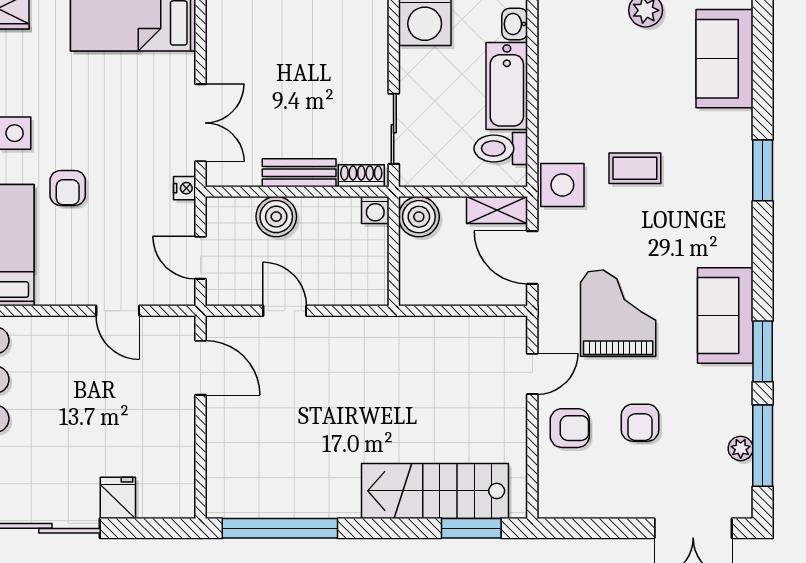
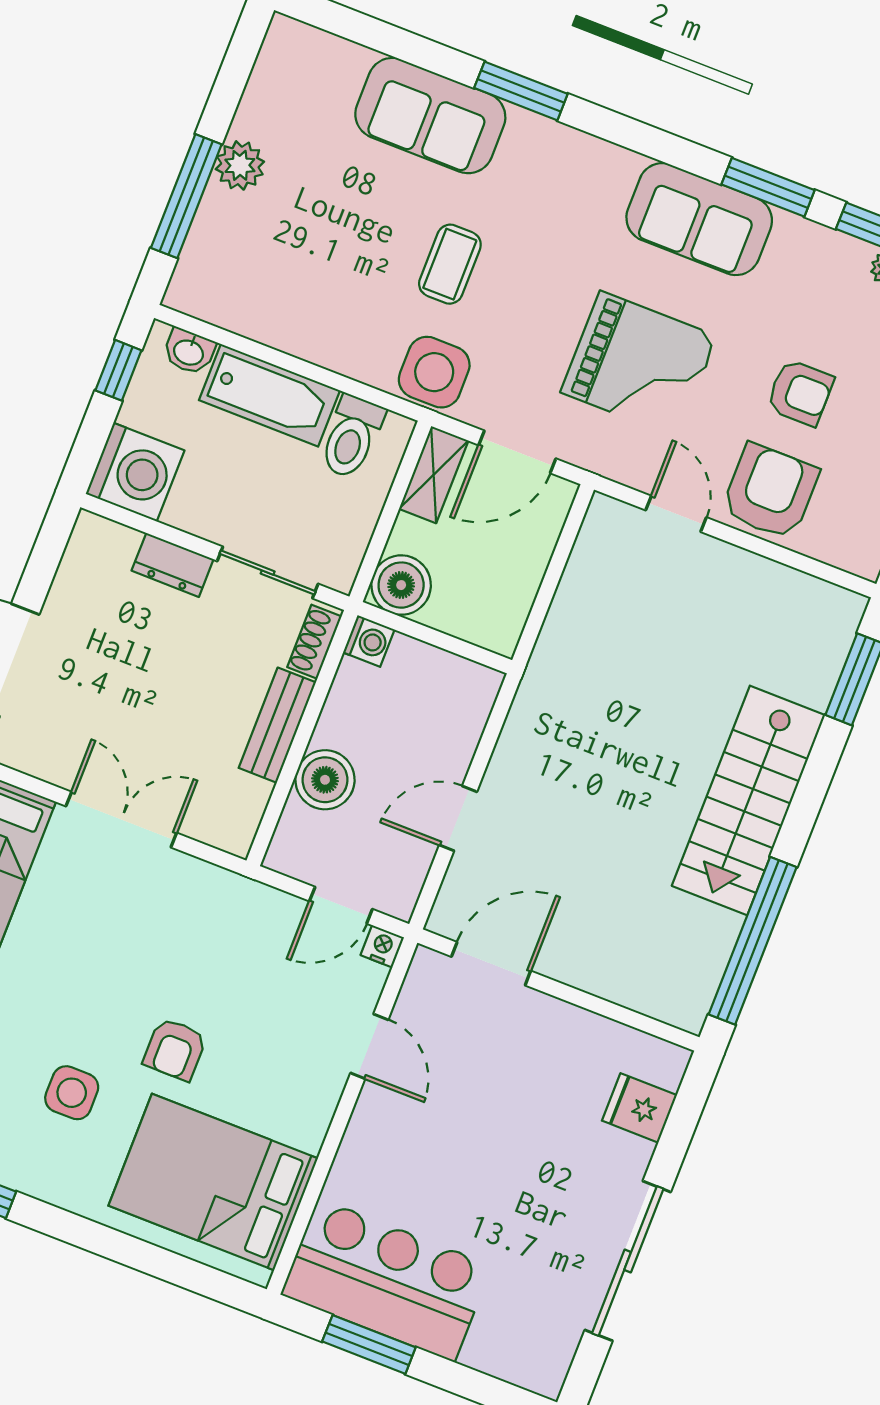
sofa: (724, 59) -> (430, 116), moved
dresser: (375, 66) -> (173, 565), added
double door: (200, 123) -> (121, 820), moved
armchair: (68, 188) -> (175, 1049), turned 90
nightstand: (185, 188) -> (382, 946), moved
door: (118, 311) -> (369, 1046), hinge flipped
grand piano: (618, 313) -> (639, 364), turned 180
armchair: (570, 428) -> (770, 491), width x1.38, depth x1.38
stairs: (435, 491) -> (749, 800), moved
fridge: (118, 498) -> (640, 1108), moved

